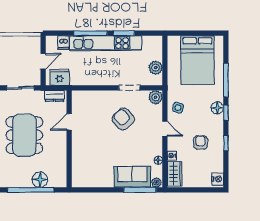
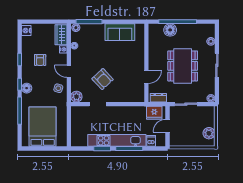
plant: (156, 68) -> (76, 121), removed
sofa: (132, 177) -> (120, 32), moved

